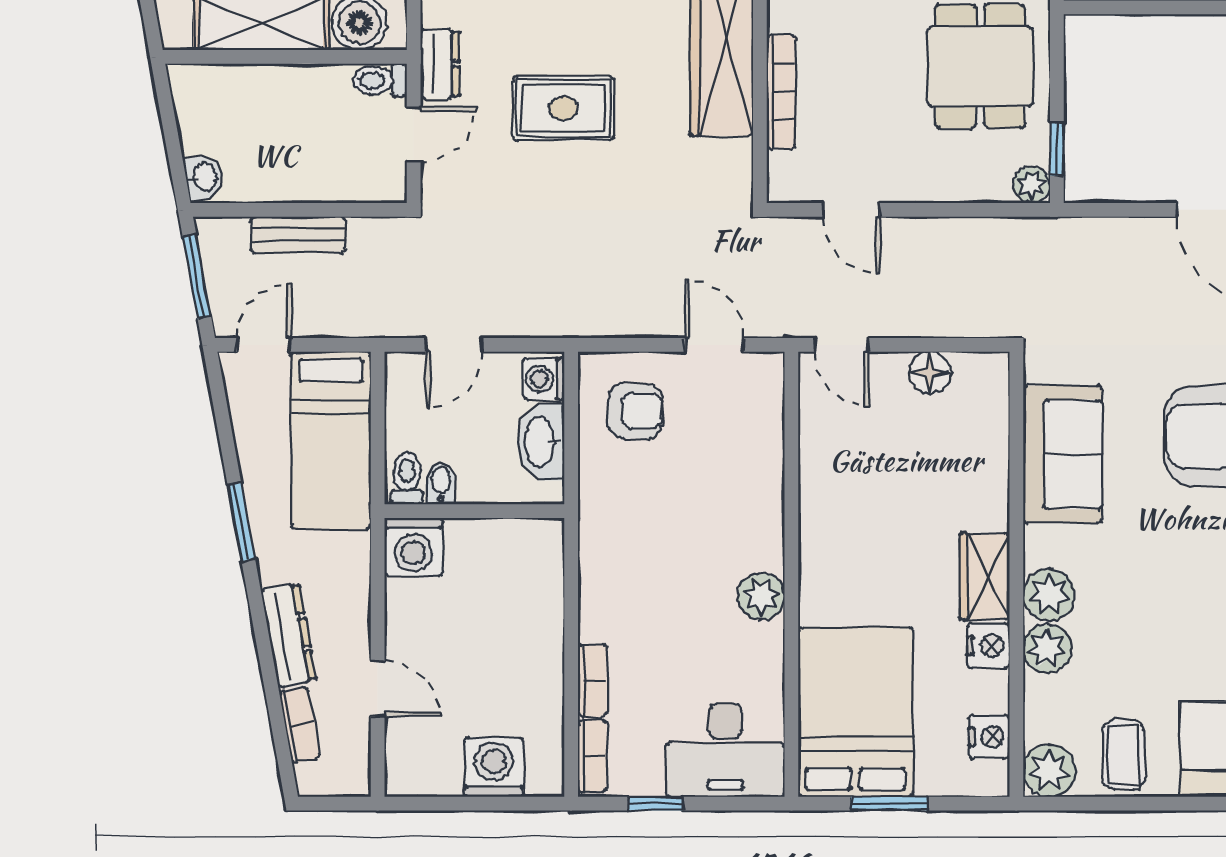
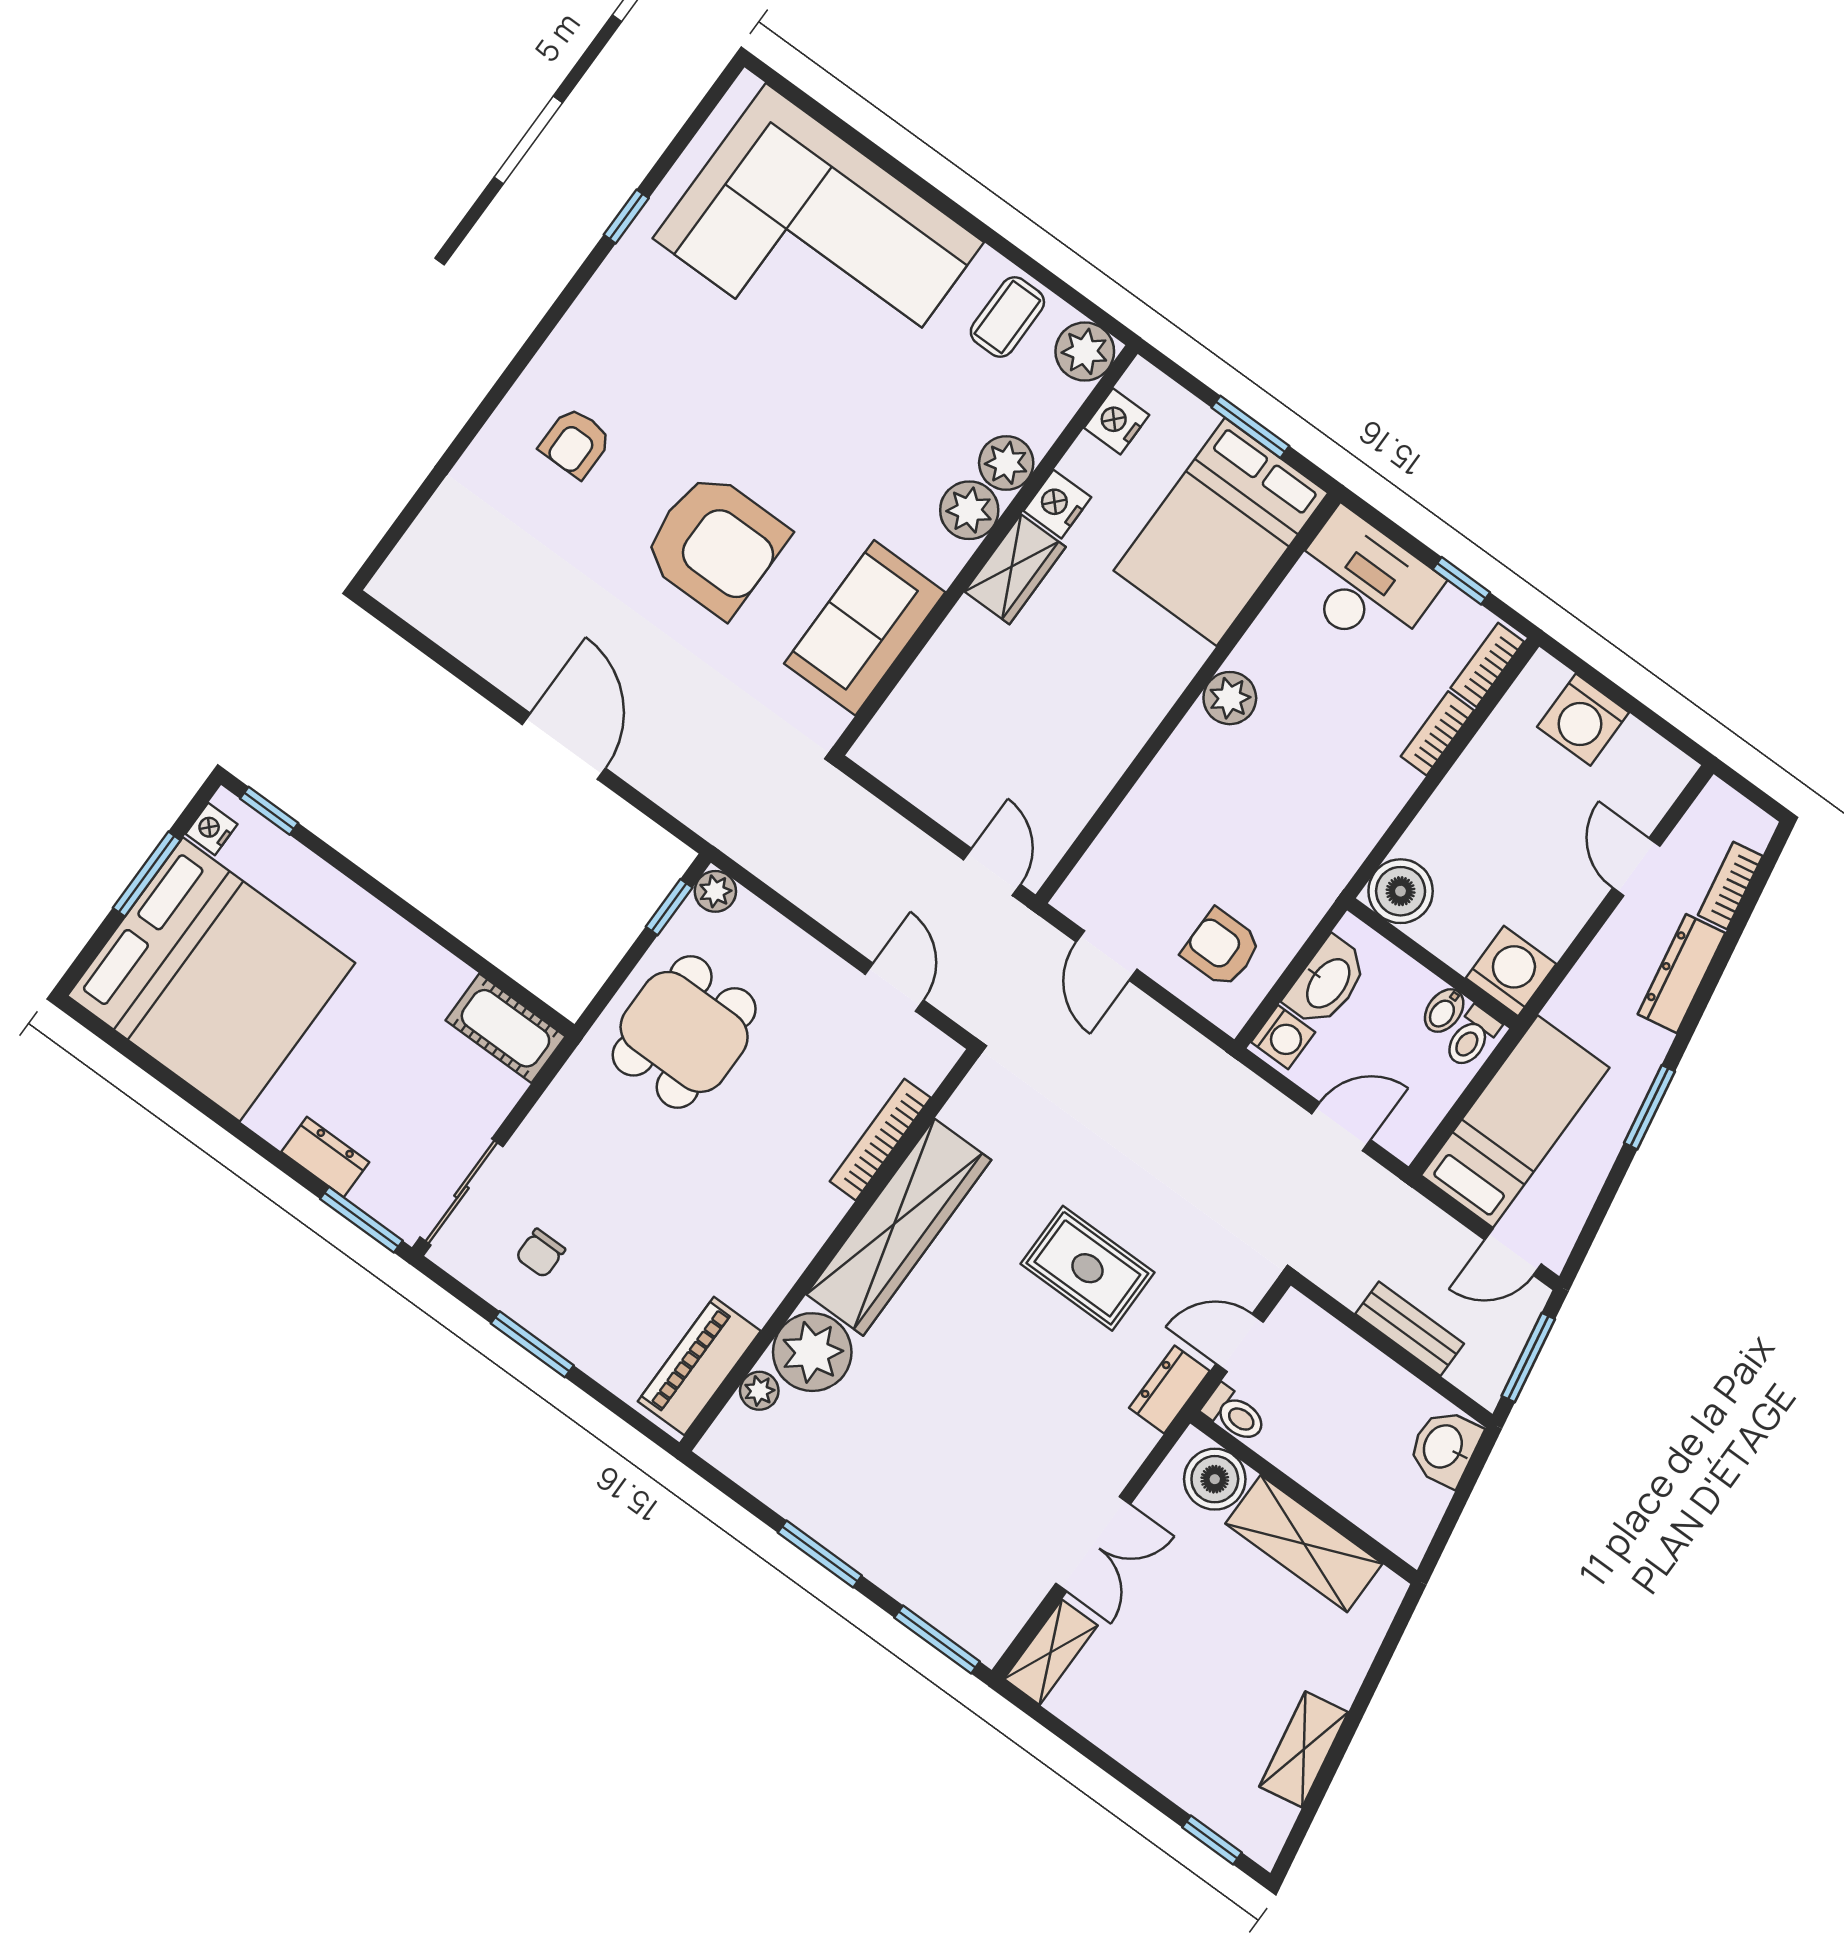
washbasin: (204, 177) -> (1444, 1447), width x1.38, depth x1.45
floor lamp: (930, 373) -> (931, 789), removed
boiler: (536, 547) -> (1401, 891), added

